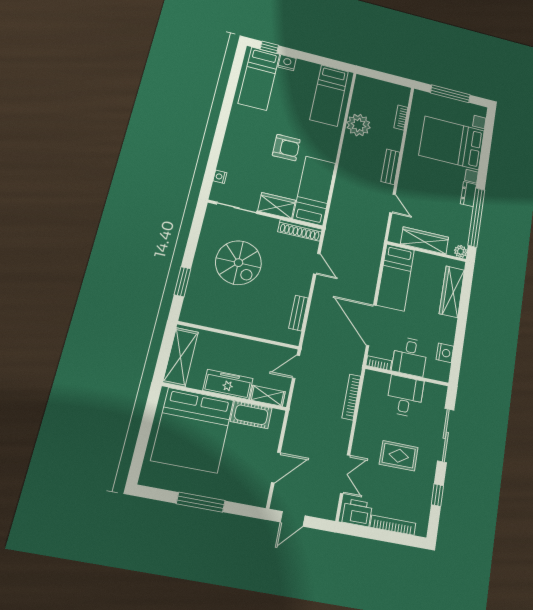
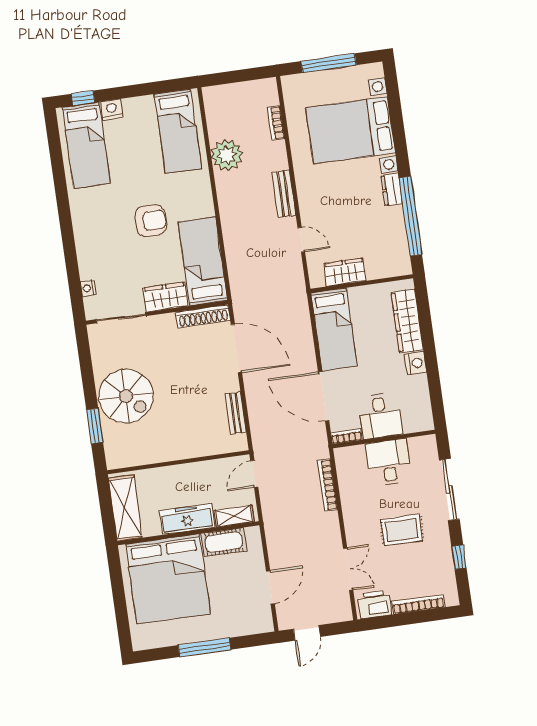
wardrobe: (425, 241) -> (345, 272), width x0.67
plant: (461, 251) -> (403, 267), removed
spiral stairs: (238, 263) -> (126, 396), moved
door: (317, 264) -> (236, 348), width x1.87
nightstand: (445, 353) -> (416, 363), moved

